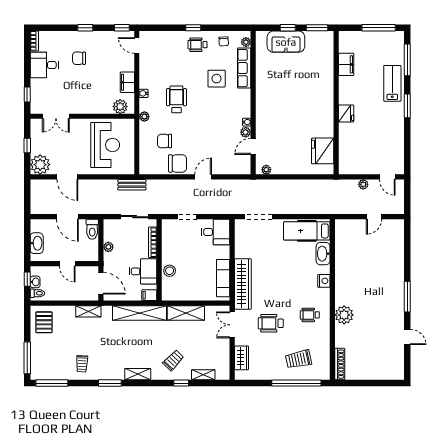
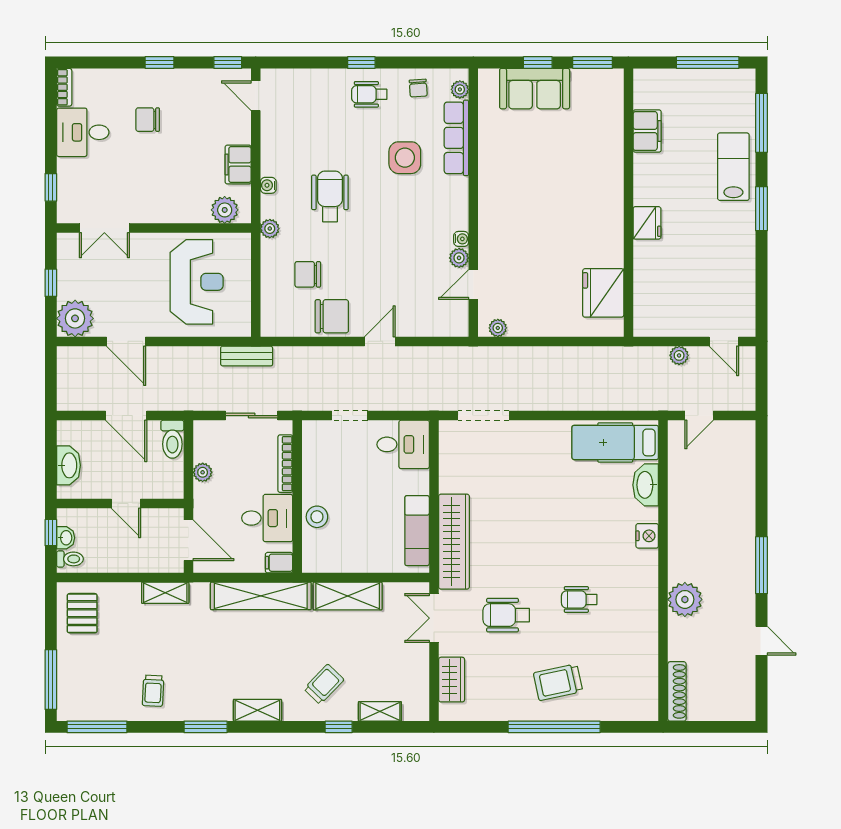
hospital bed: (307, 231) -> (615, 442), moved
washbasin: (323, 254) -> (646, 485), moved
nightstand: (324, 281) -> (647, 536), moved
wall: (332, 300) -> (663, 571), moved
plant: (344, 315) -> (685, 599), moved
shoe rack: (340, 364) -> (677, 691), moved

